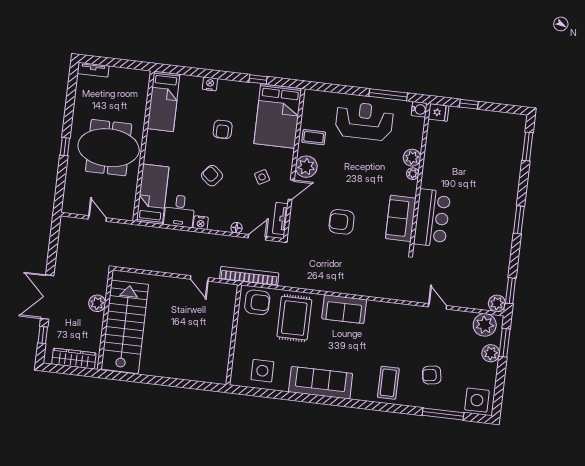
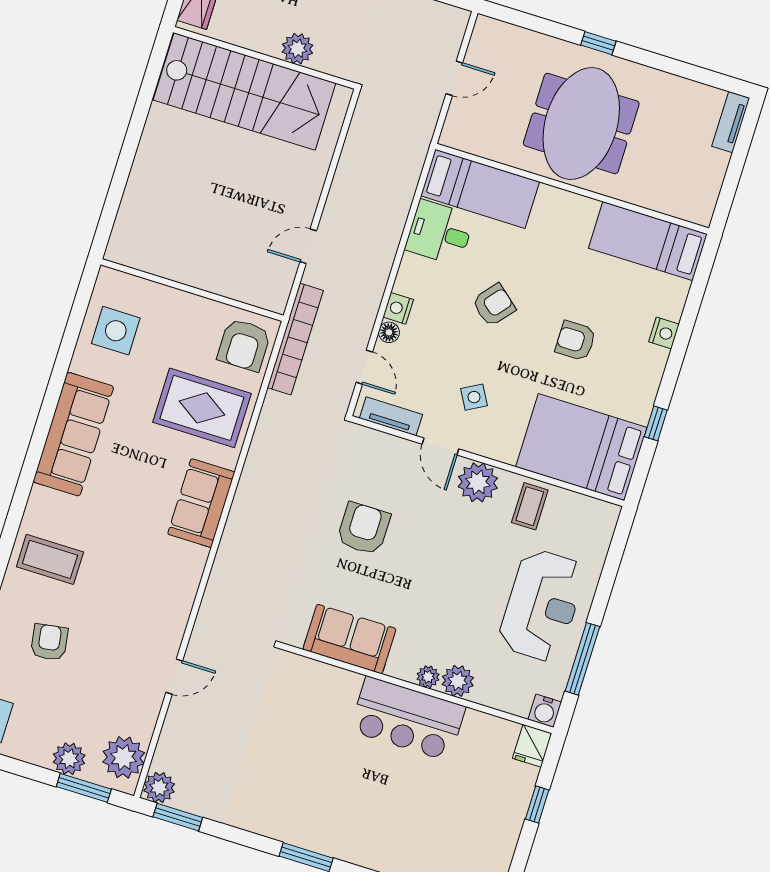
bar counter: (432, 218) -> (408, 719), moved
nightstand: (201, 223) -> (398, 308), moved

